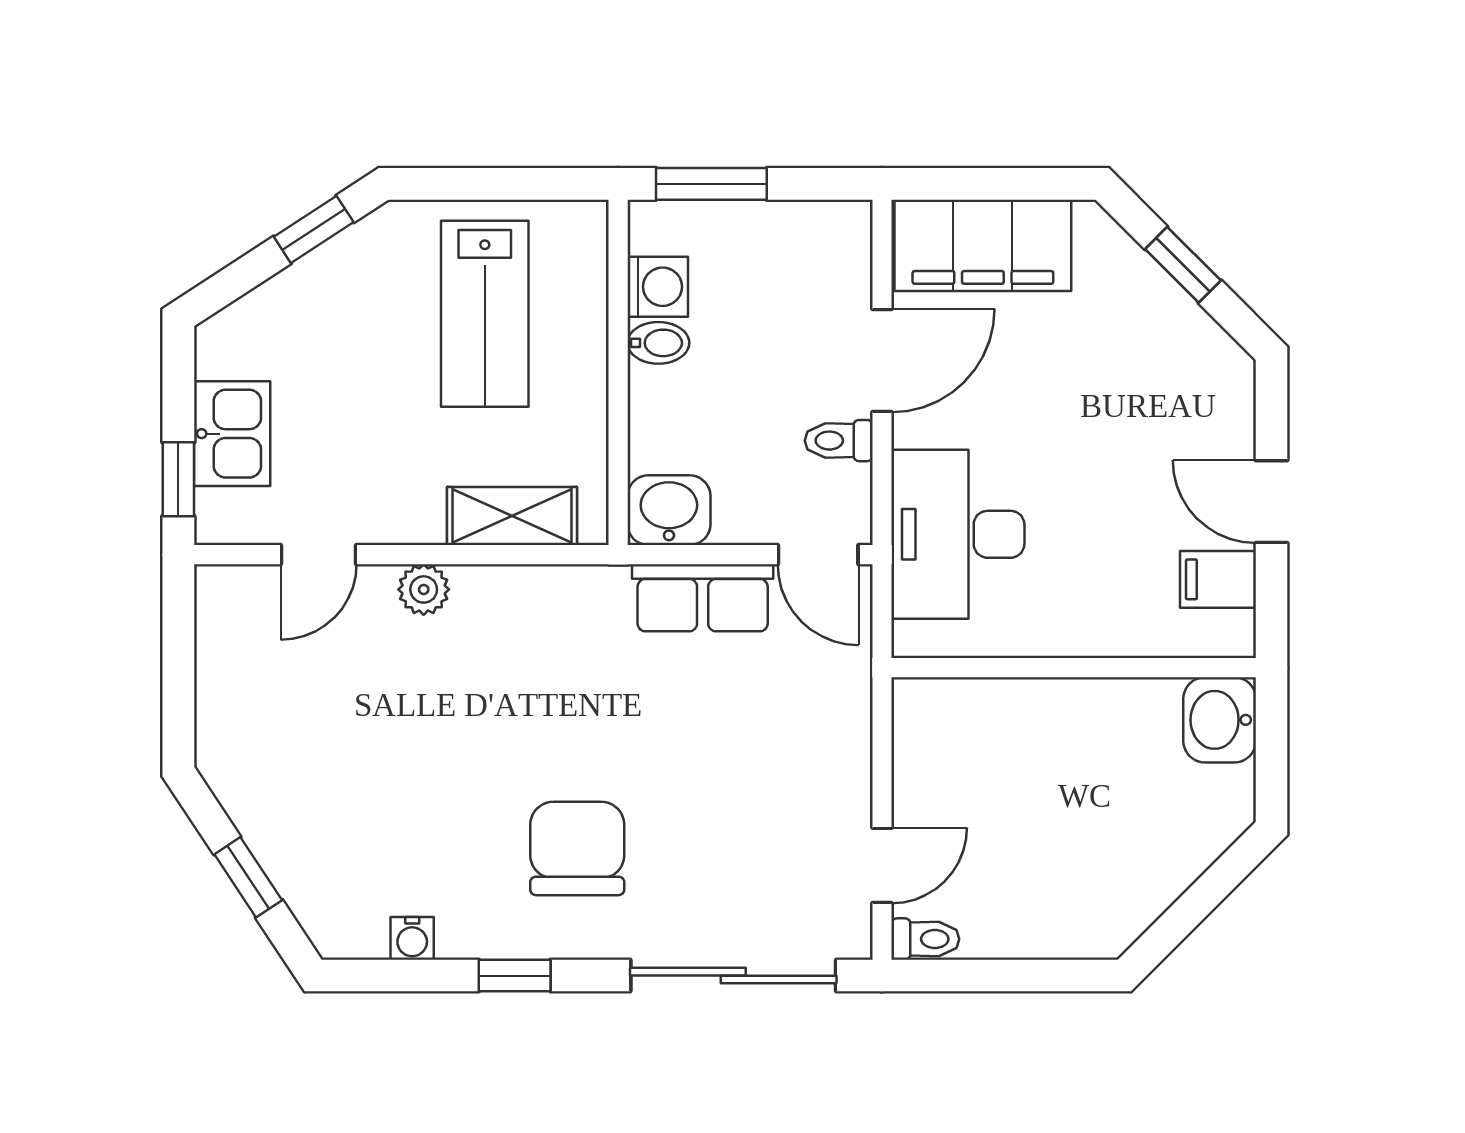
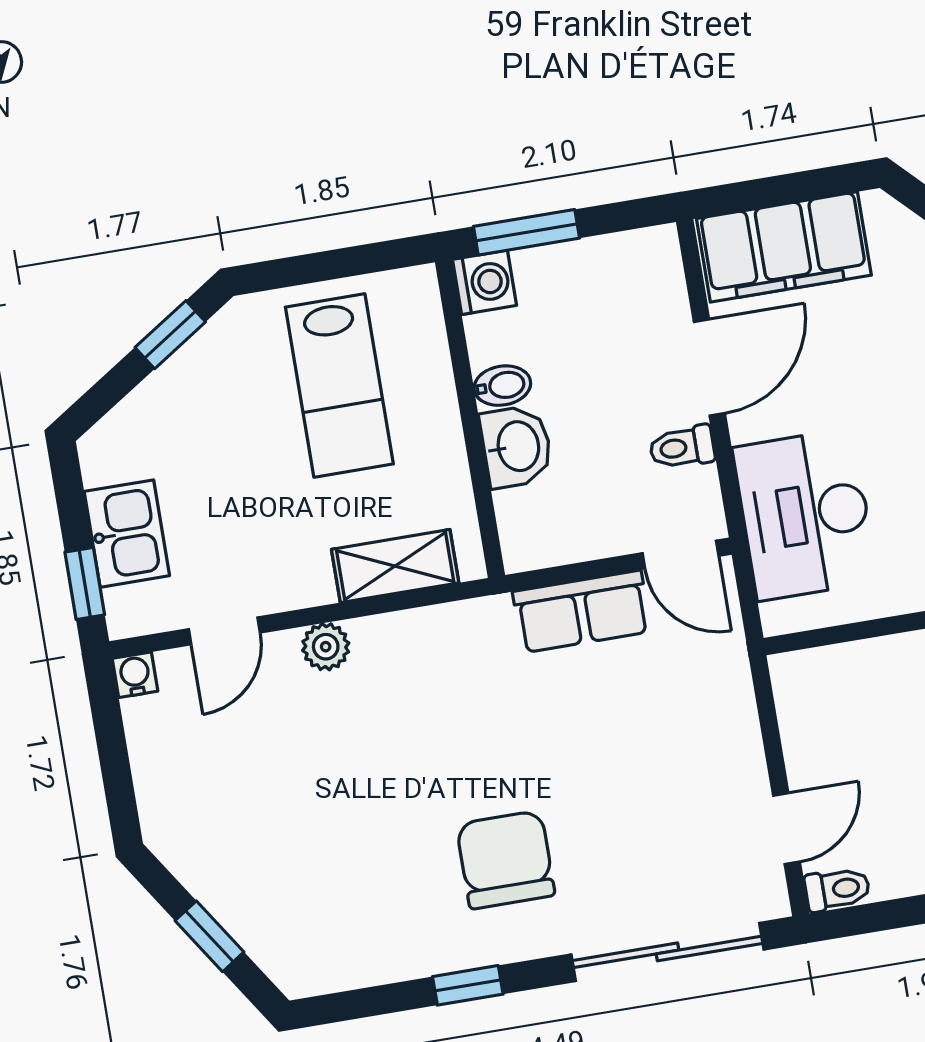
washing machine: (658, 287) -> (485, 282), moved
washbasin: (669, 510) -> (516, 446), moved, turned 90
water cooler: (412, 938) -> (135, 675), moved, turned 180

